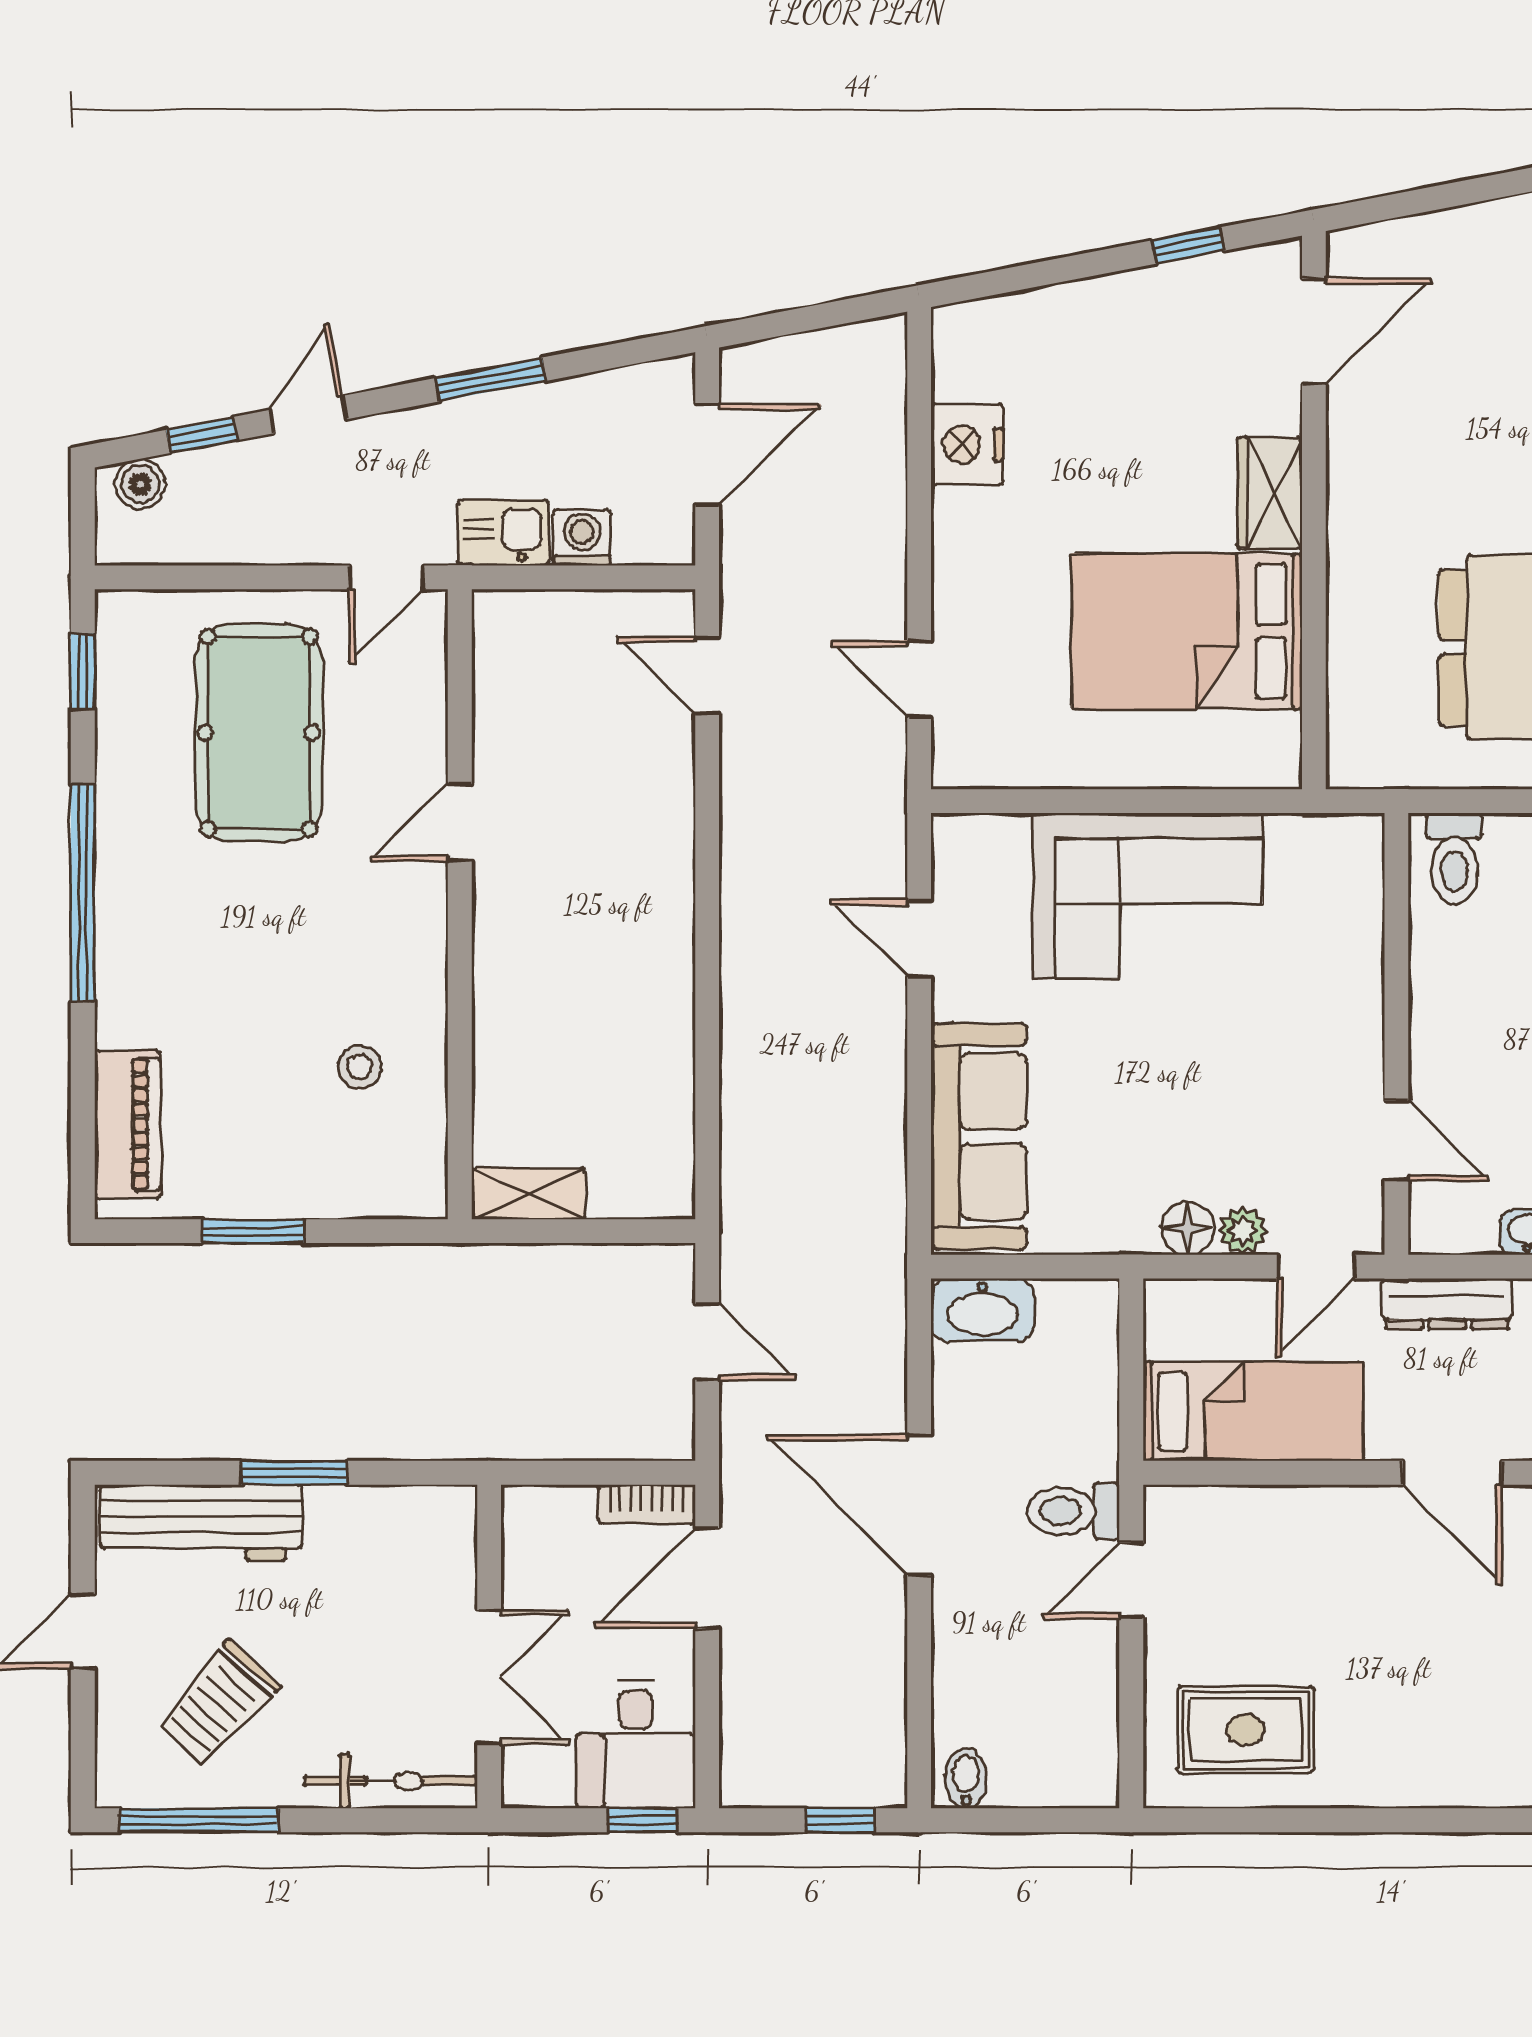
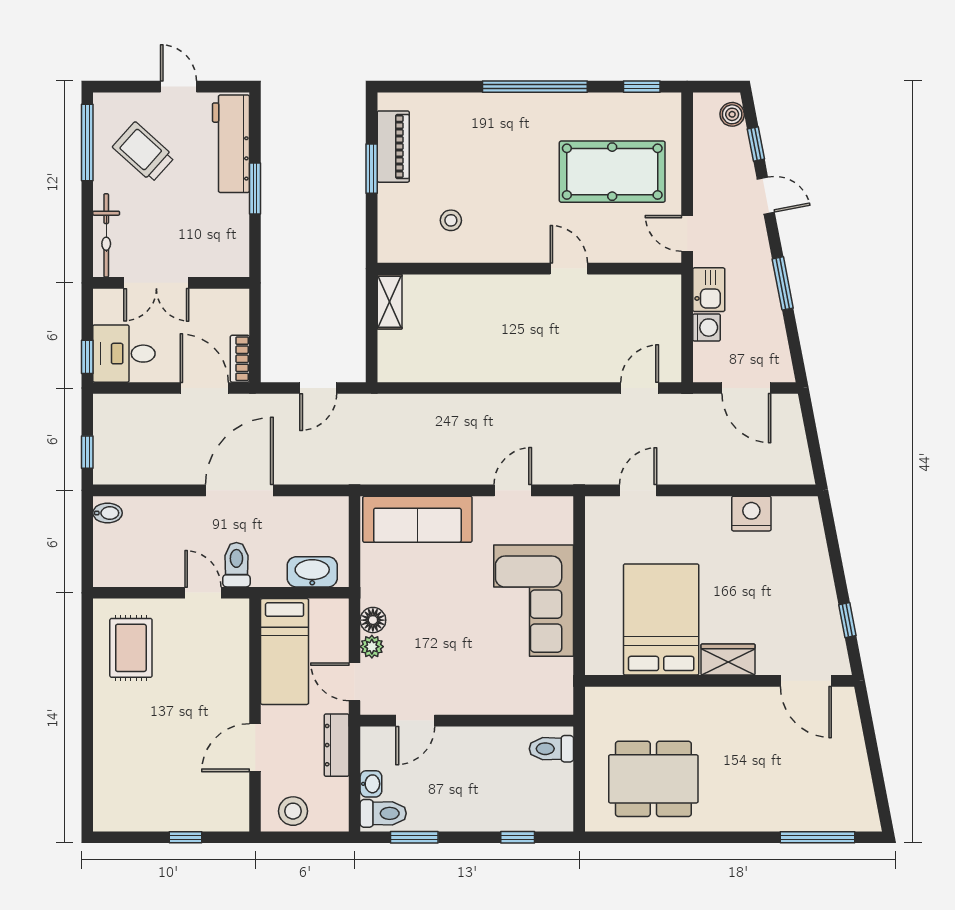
piano: (128, 1124) -> (393, 147), moved, turned -90
washbasin: (983, 1310) -> (312, 572), moved, turned 90

